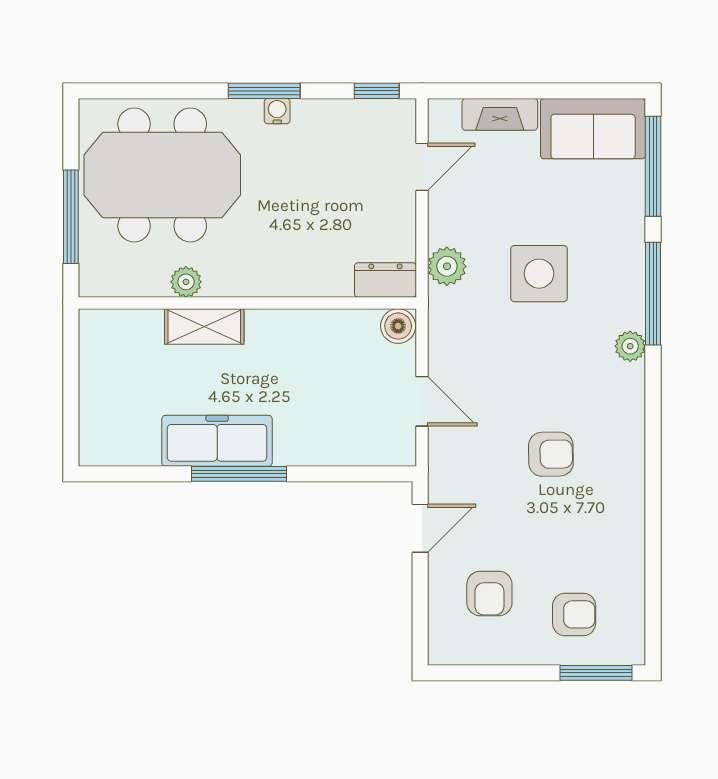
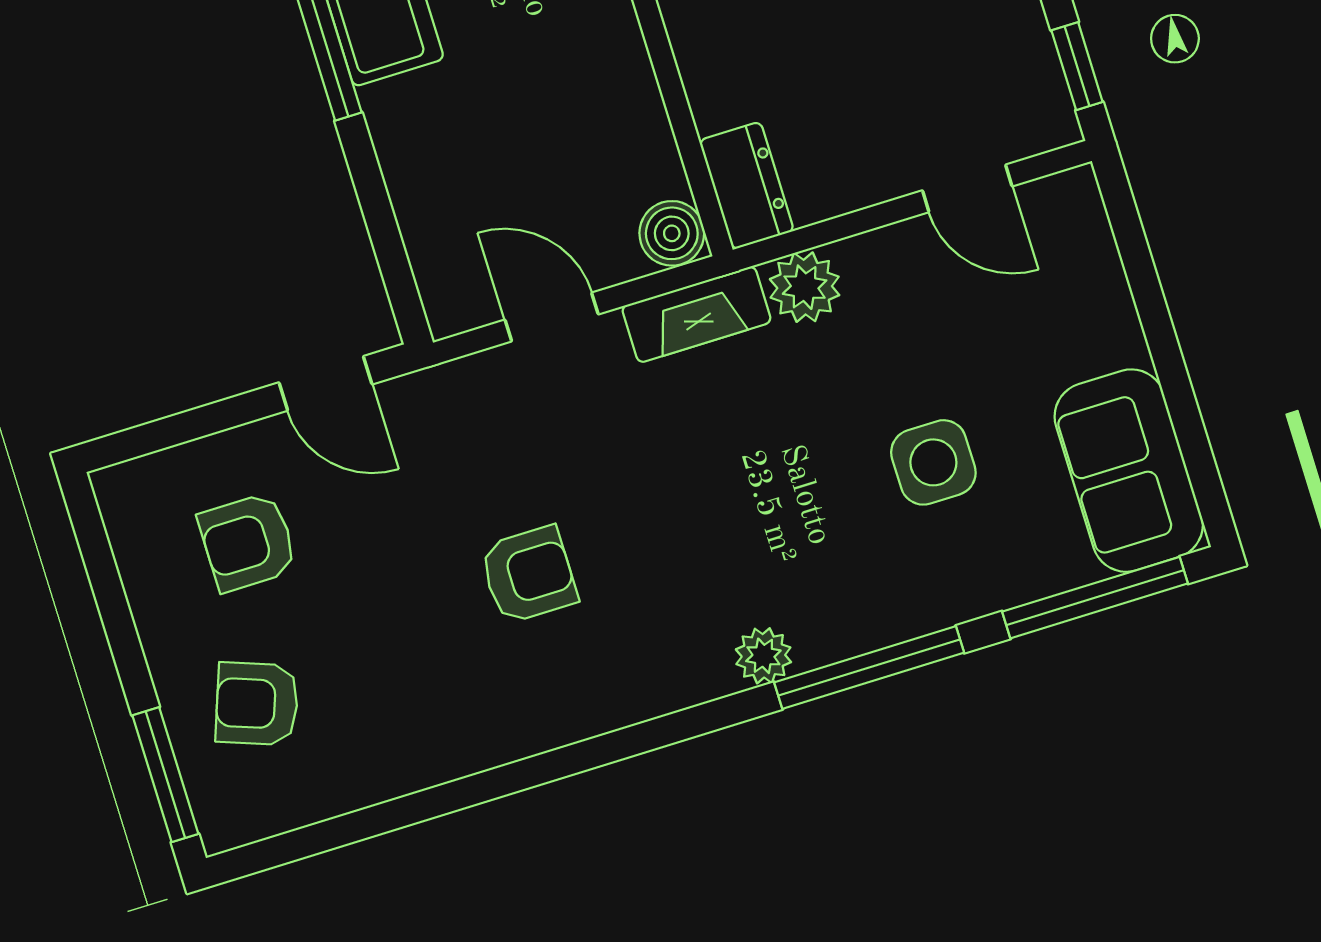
fireplace: (500, 114) -> (697, 314), moved, turned -90
side table: (539, 274) -> (933, 462), moved, width x0.73, depth x0.73
door: (422, 401) -> (552, 317), swing flipped
armchair: (551, 454) -> (529, 575), turned -89
armchair: (574, 614) -> (257, 704), turned 110

